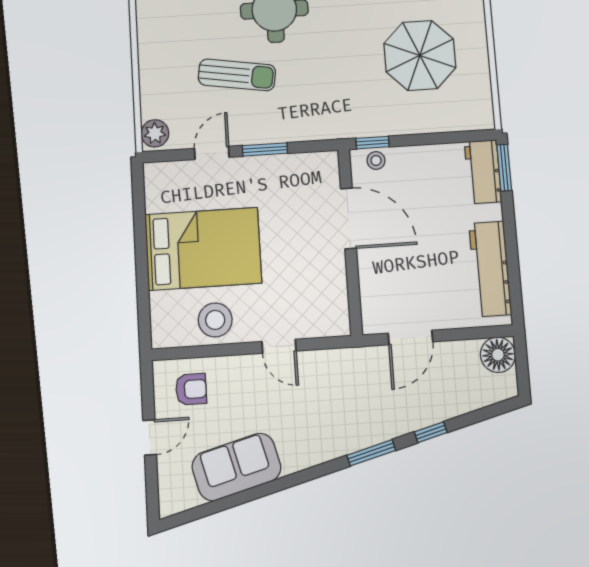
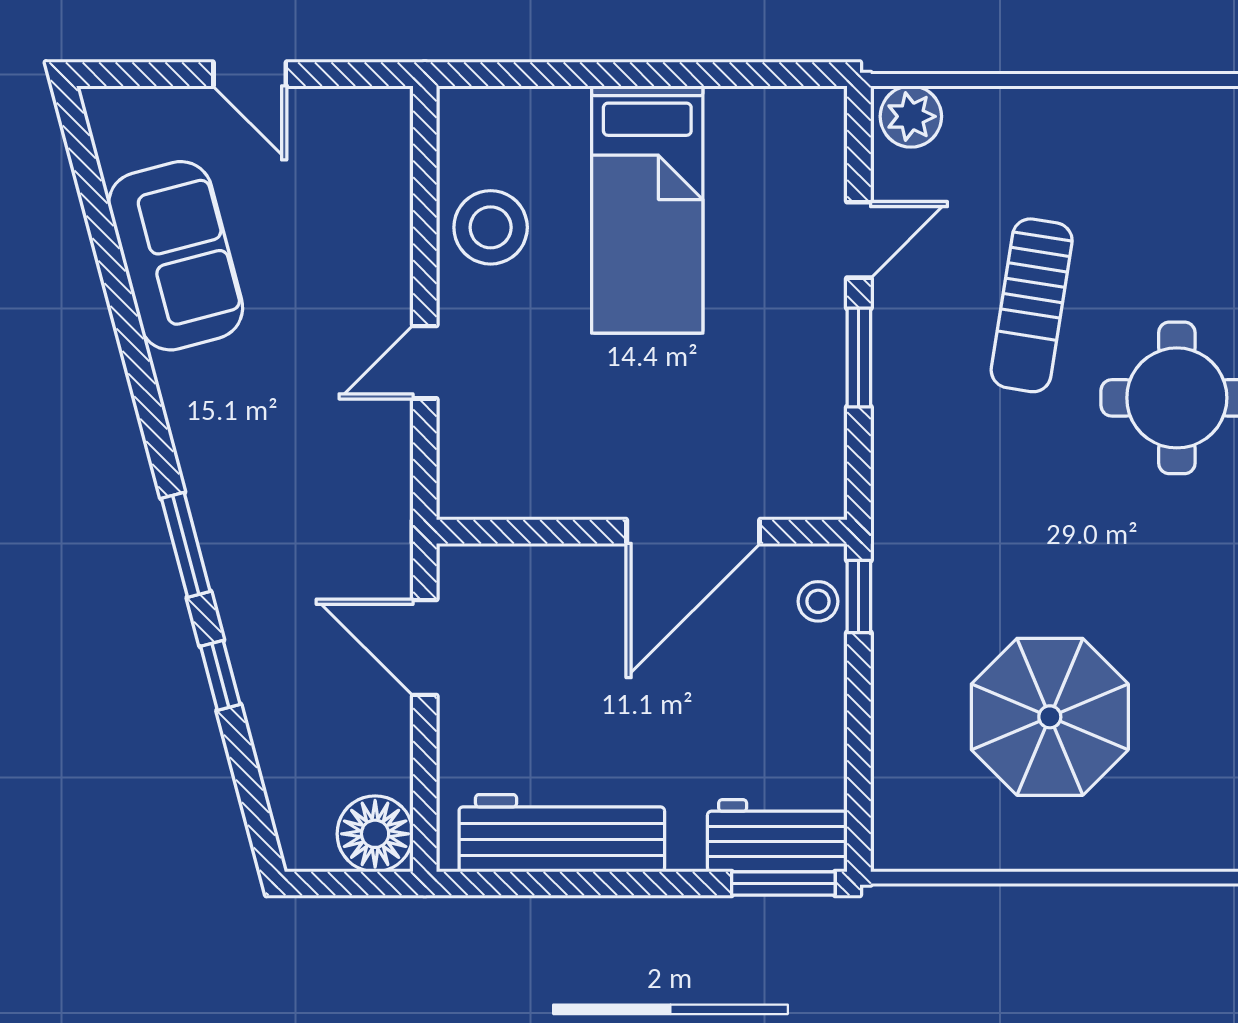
door: (212, 153) -> (859, 240), hinge flipped
bed: (203, 249) -> (647, 210), width x0.67
armchair: (191, 389) -> (346, 168), removed

